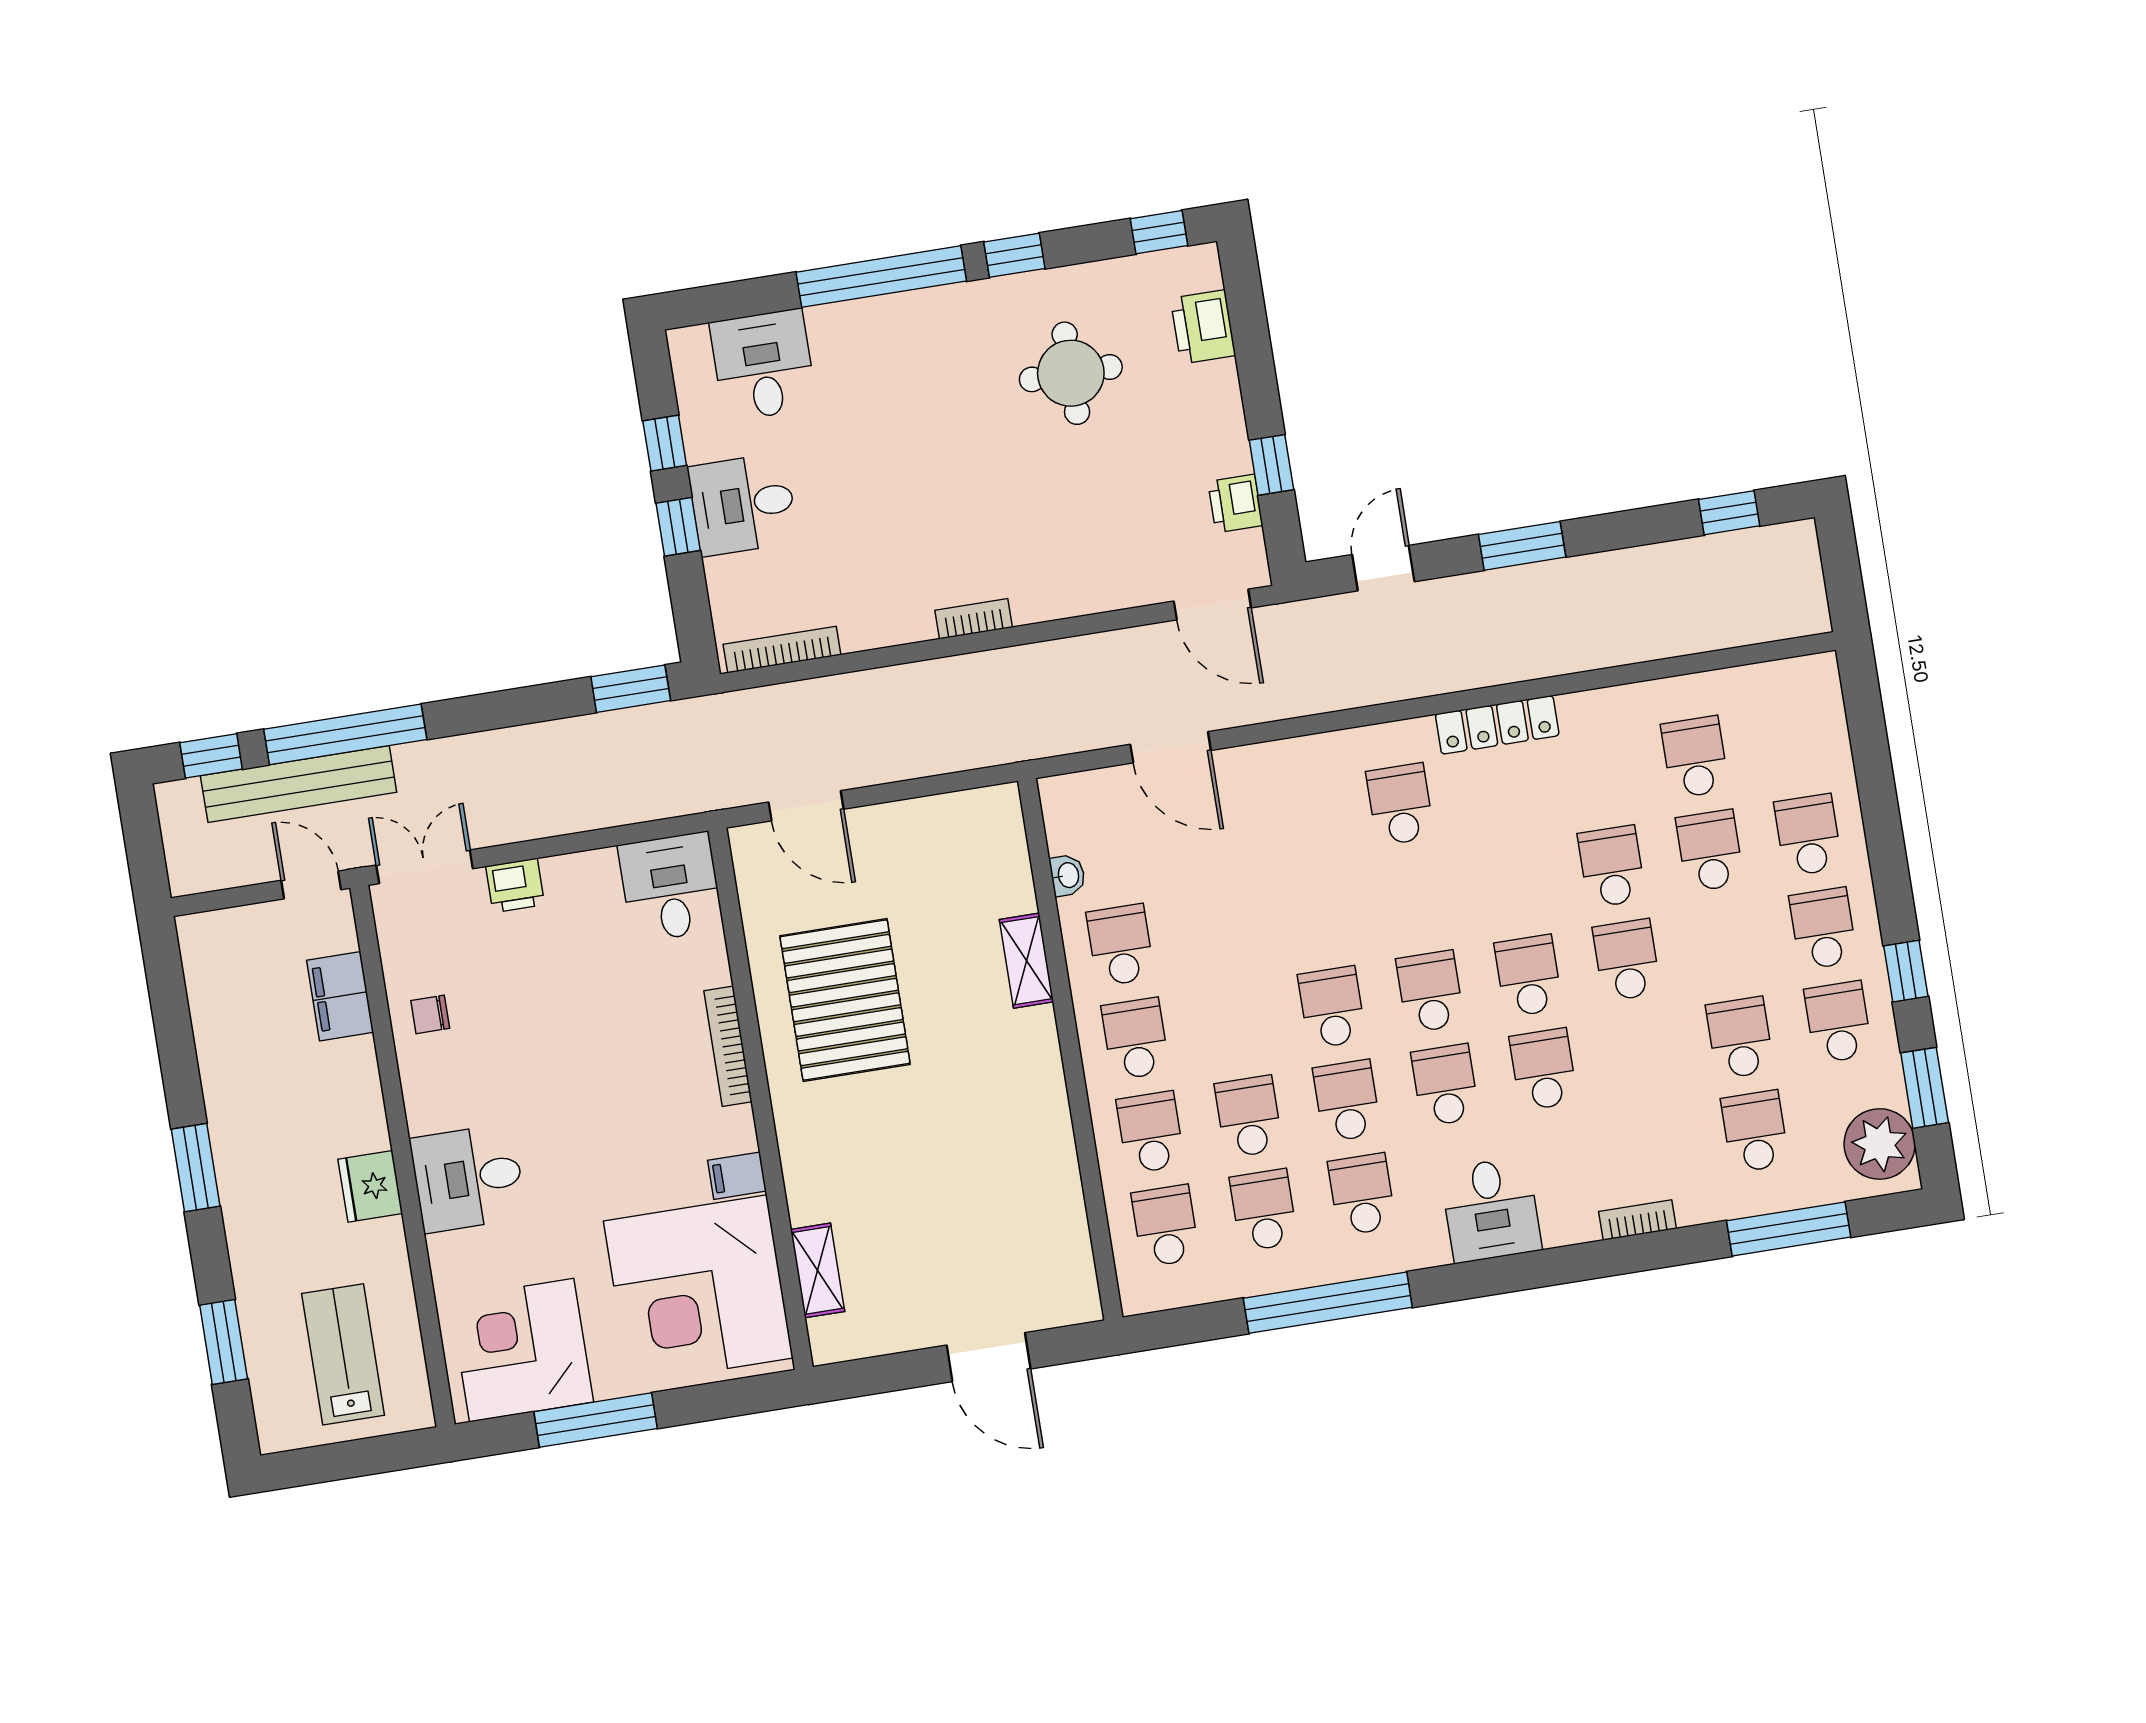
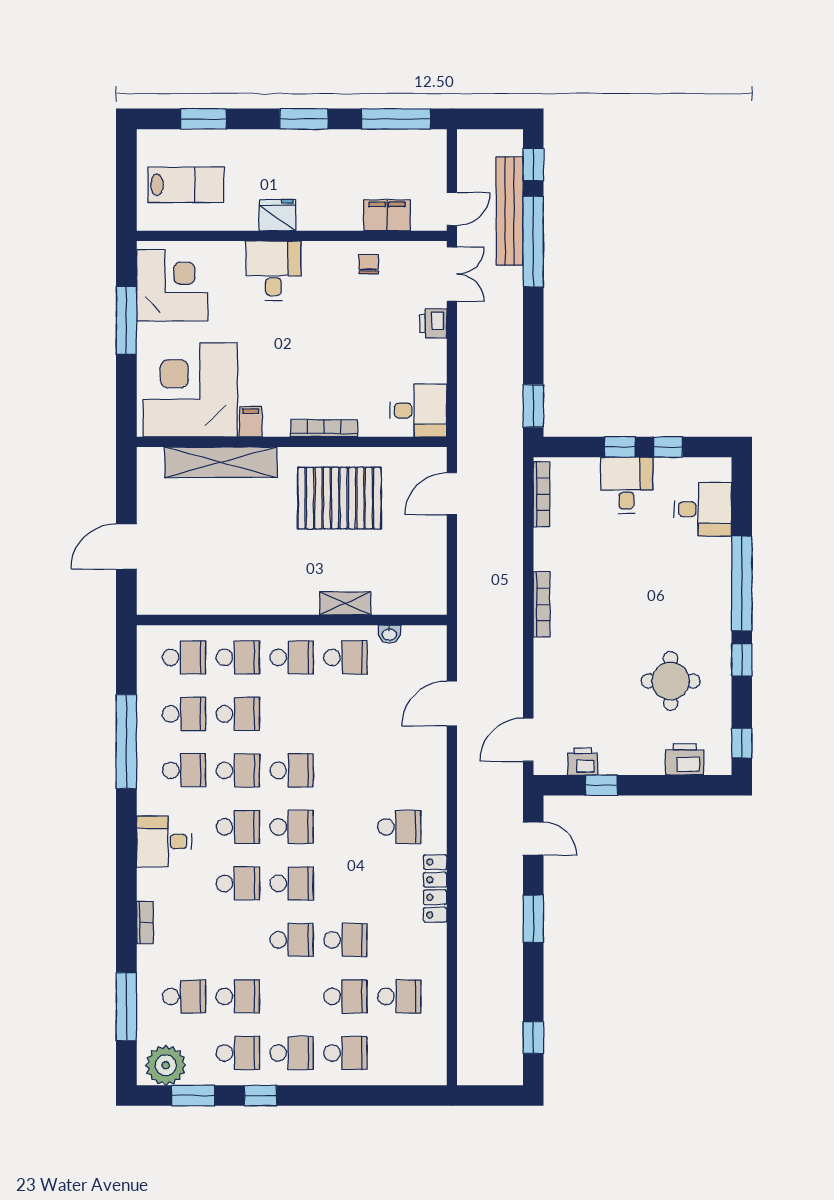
bookcase: (974, 619) -> (542, 604), width x1.56
window: (170, 1007) -> (396, 119), added
shelving: (818, 1270) -> (221, 462), width x2.20, depth x1.33

